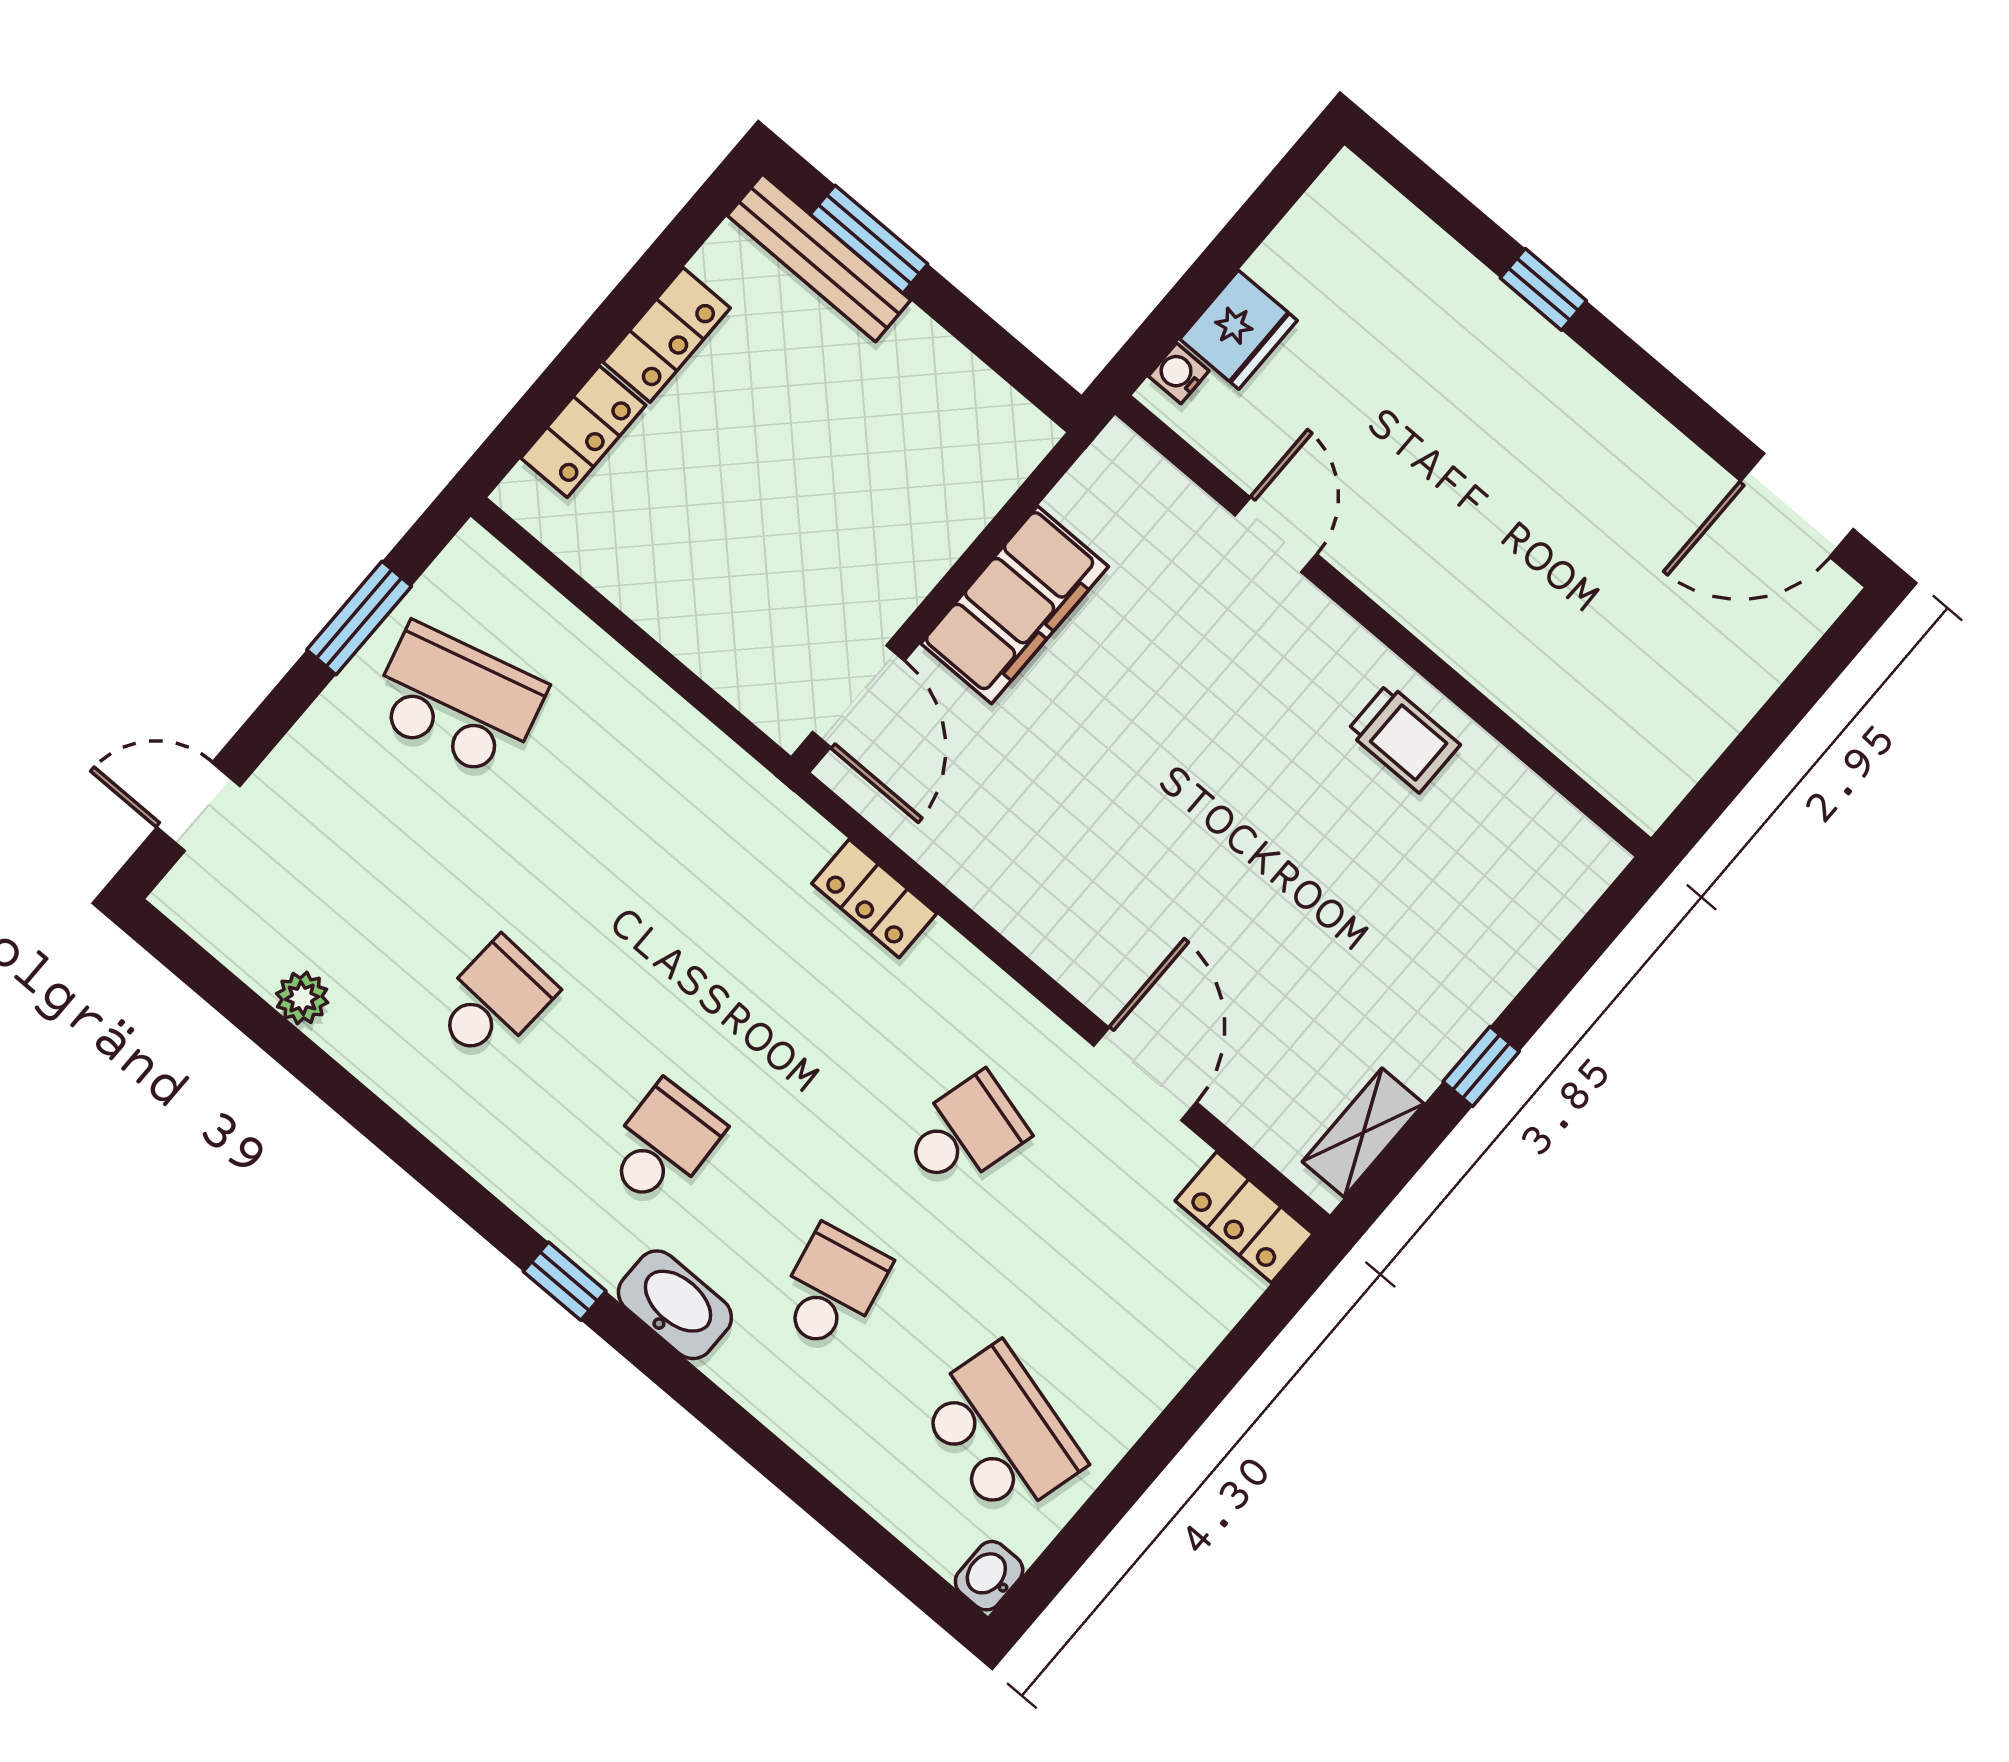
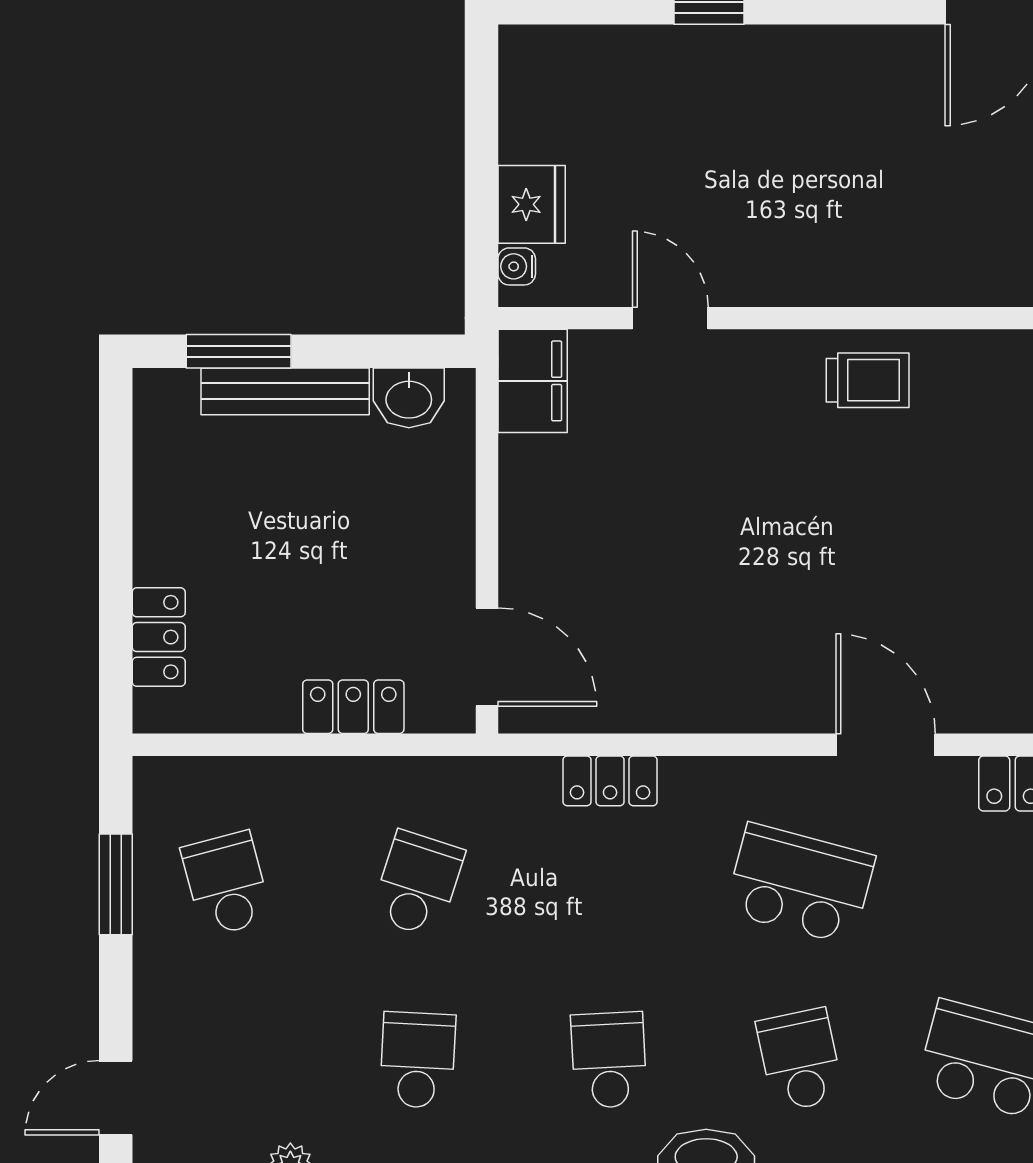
bench: (819, 258) -> (285, 391), moved
locker: (666, 335) -> (353, 707), moved, turned -90
washbasin: (984, 408) -> (409, 398), added
filing cabinet: (1015, 605) -> (533, 381), moved, width x0.67, depth x0.86
school desk: (457, 701) -> (226, 884), width x0.54
school desk: (627, 845) -> (418, 884), added
school desk: (965, 1133) -> (800, 884), width x1.85

